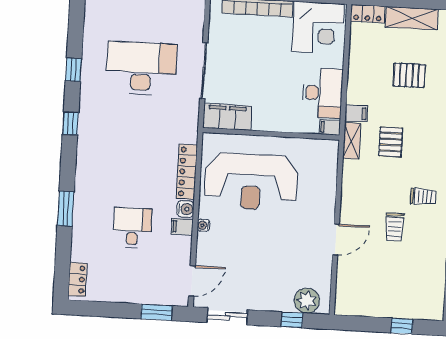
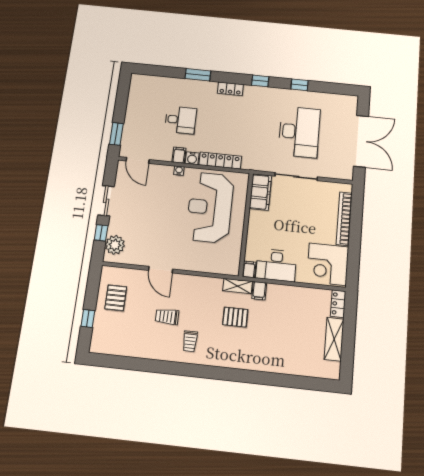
pallet: (409, 75) -> (116, 298), moved
locker: (78, 279) -> (230, 89), moved
sliding door: (227, 316) -> (106, 201), moved

